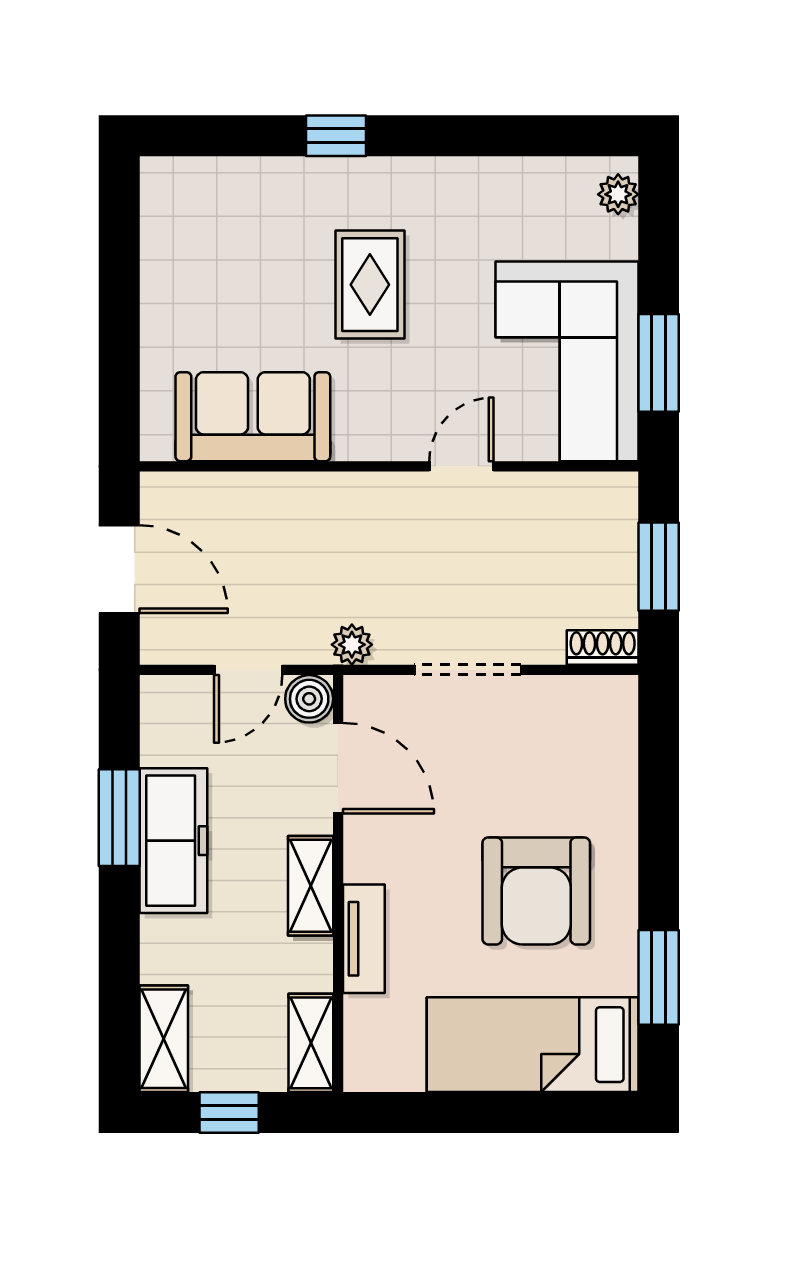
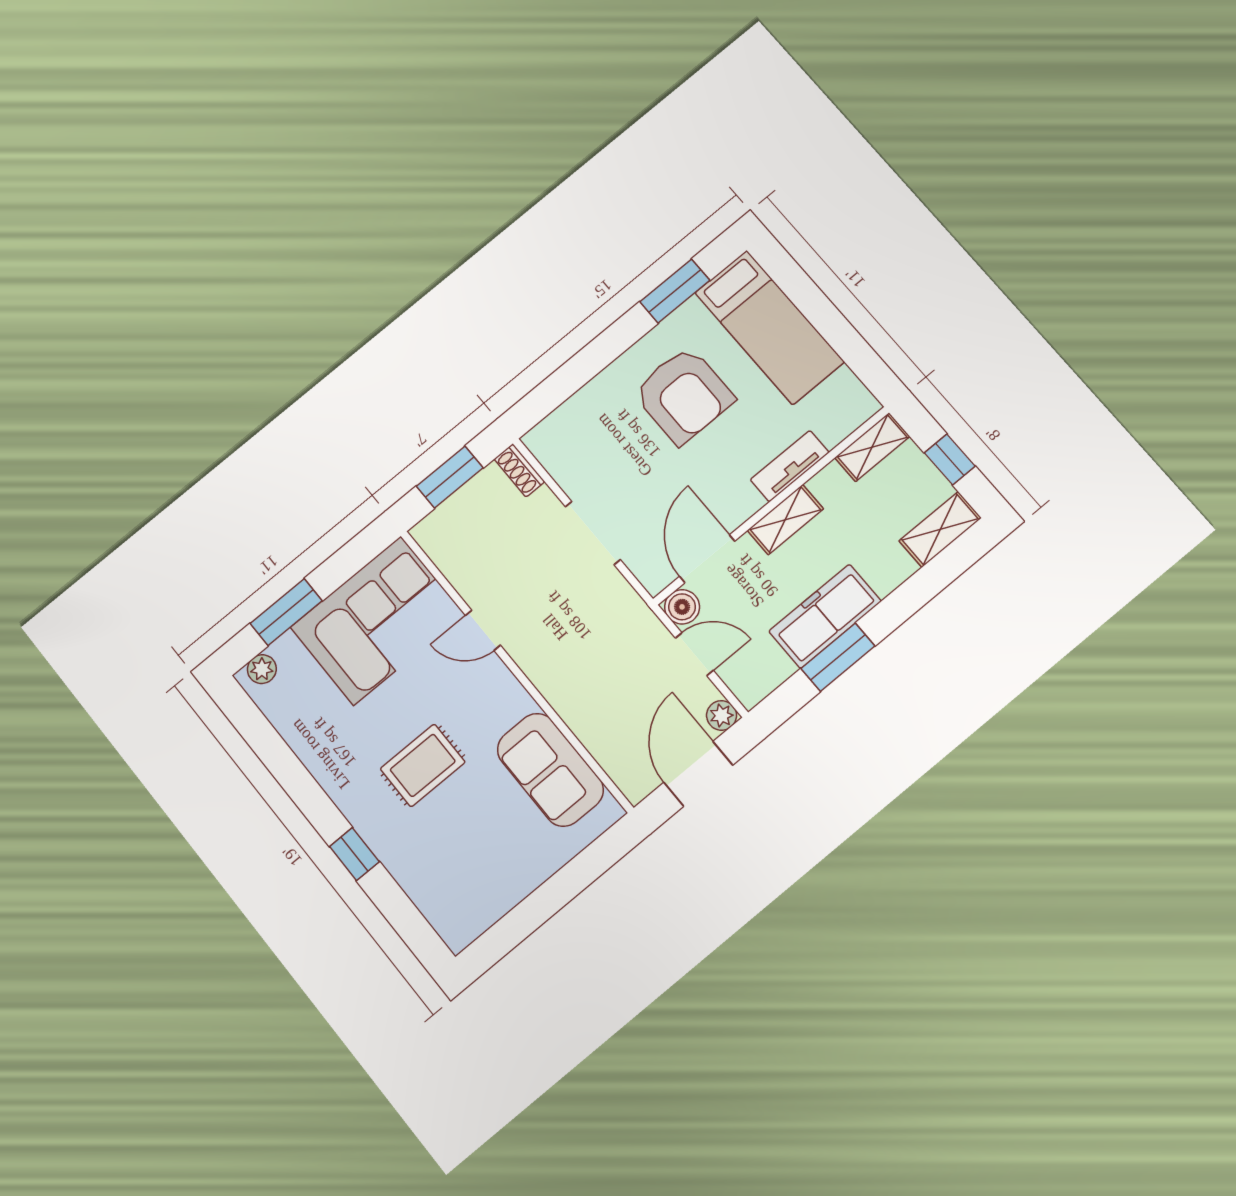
window: (659, 363) -> (286, 612), moved
plant: (352, 645) -> (722, 715), moved
armchair: (536, 891) -> (683, 395), turned 90

